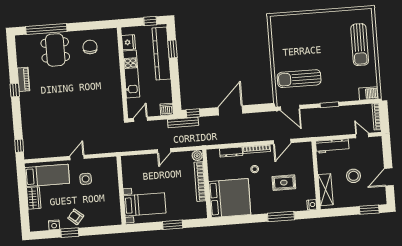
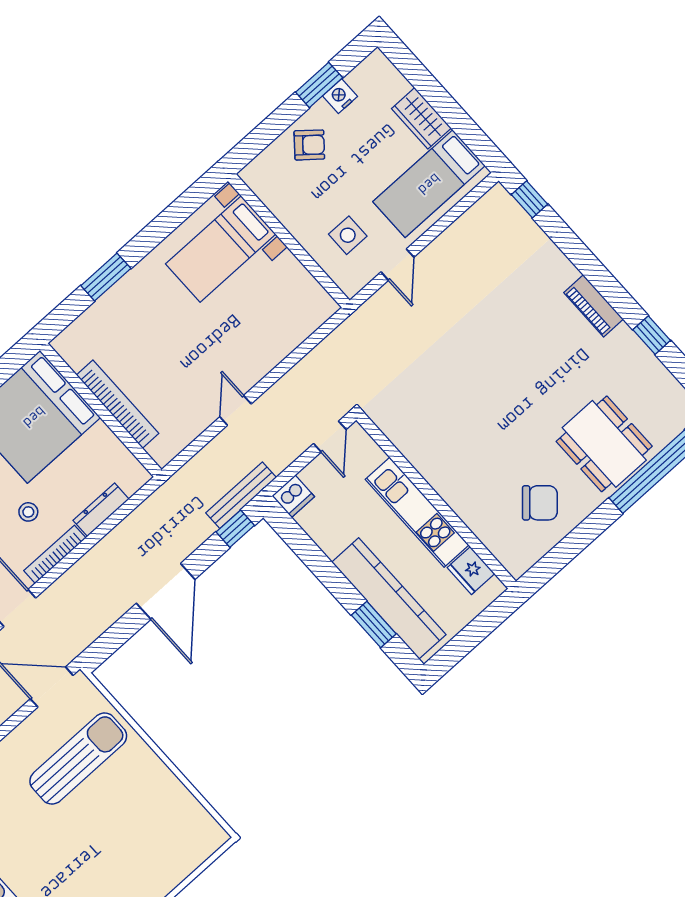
window: (150, 21) -> (460, 646), removed
chair: (90, 47) -> (540, 503), turned -50
piano: (24, 79) -> (594, 306), moved
window: (15, 90) -> (652, 335), moved
plant: (197, 156) -> (163, 451), removed
wall: (121, 190) -> (289, 241), moved
bed with nightstands: (145, 204) -> (221, 249), moved
window: (70, 233) -> (319, 85), moved

